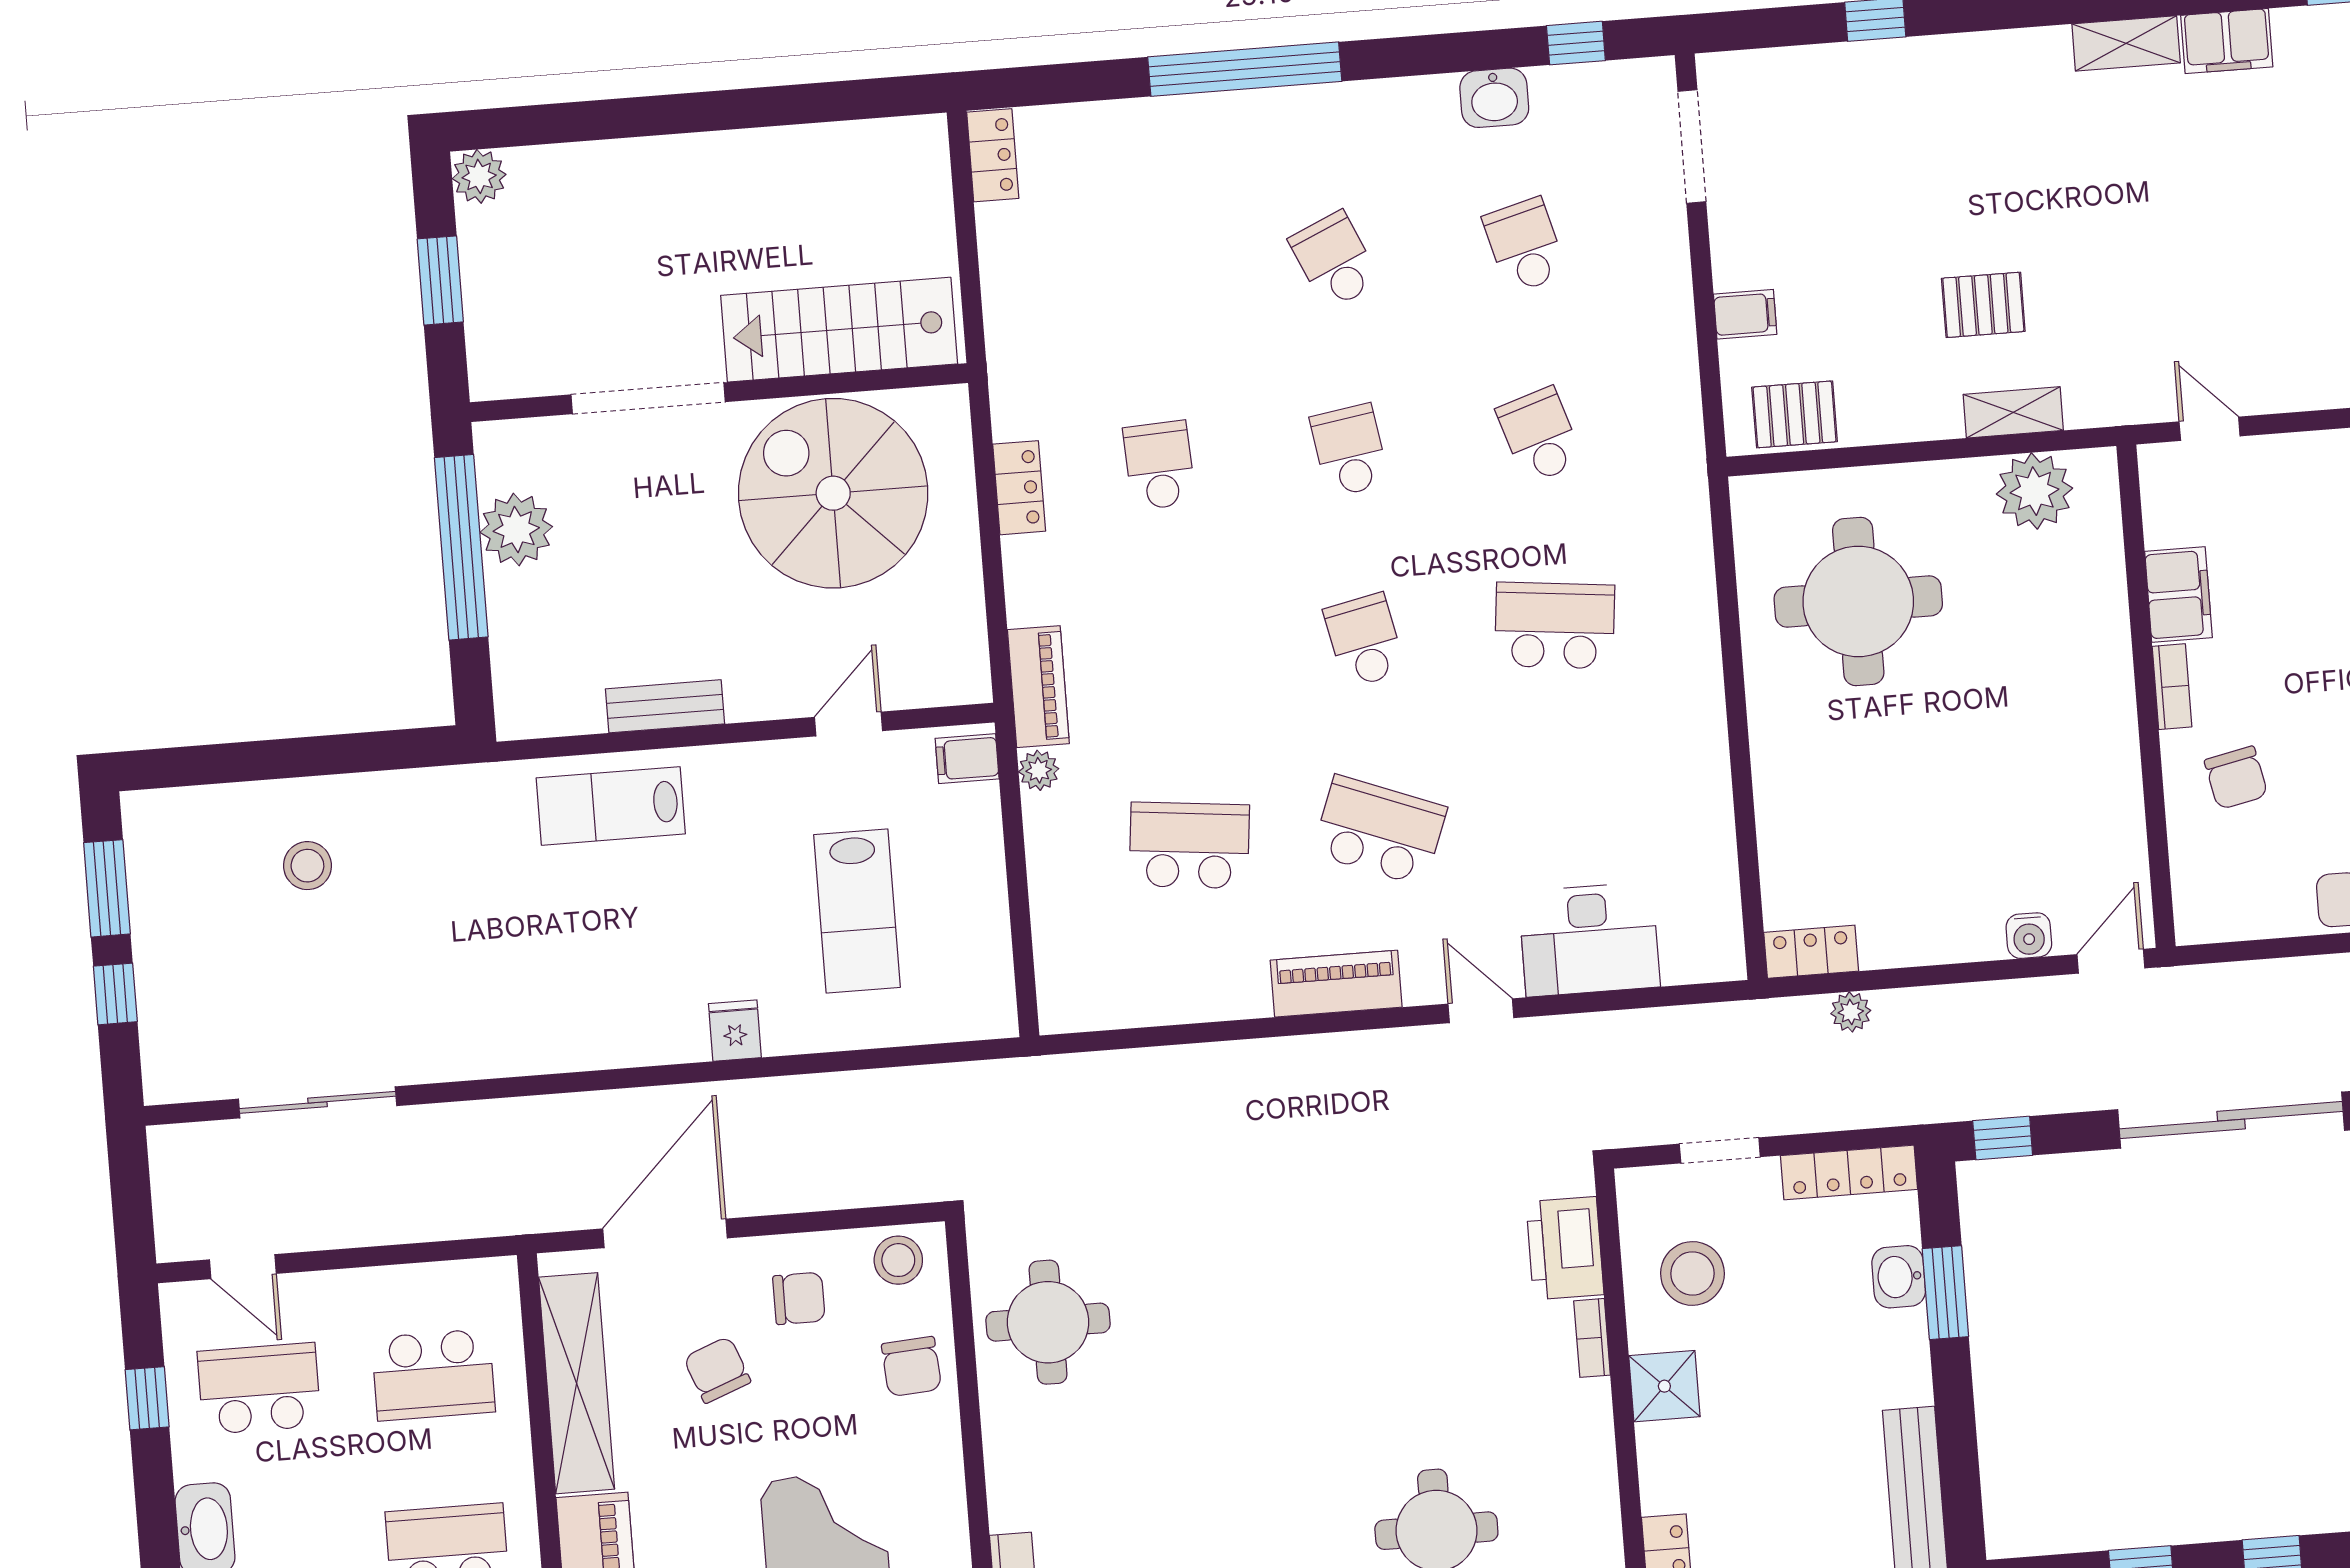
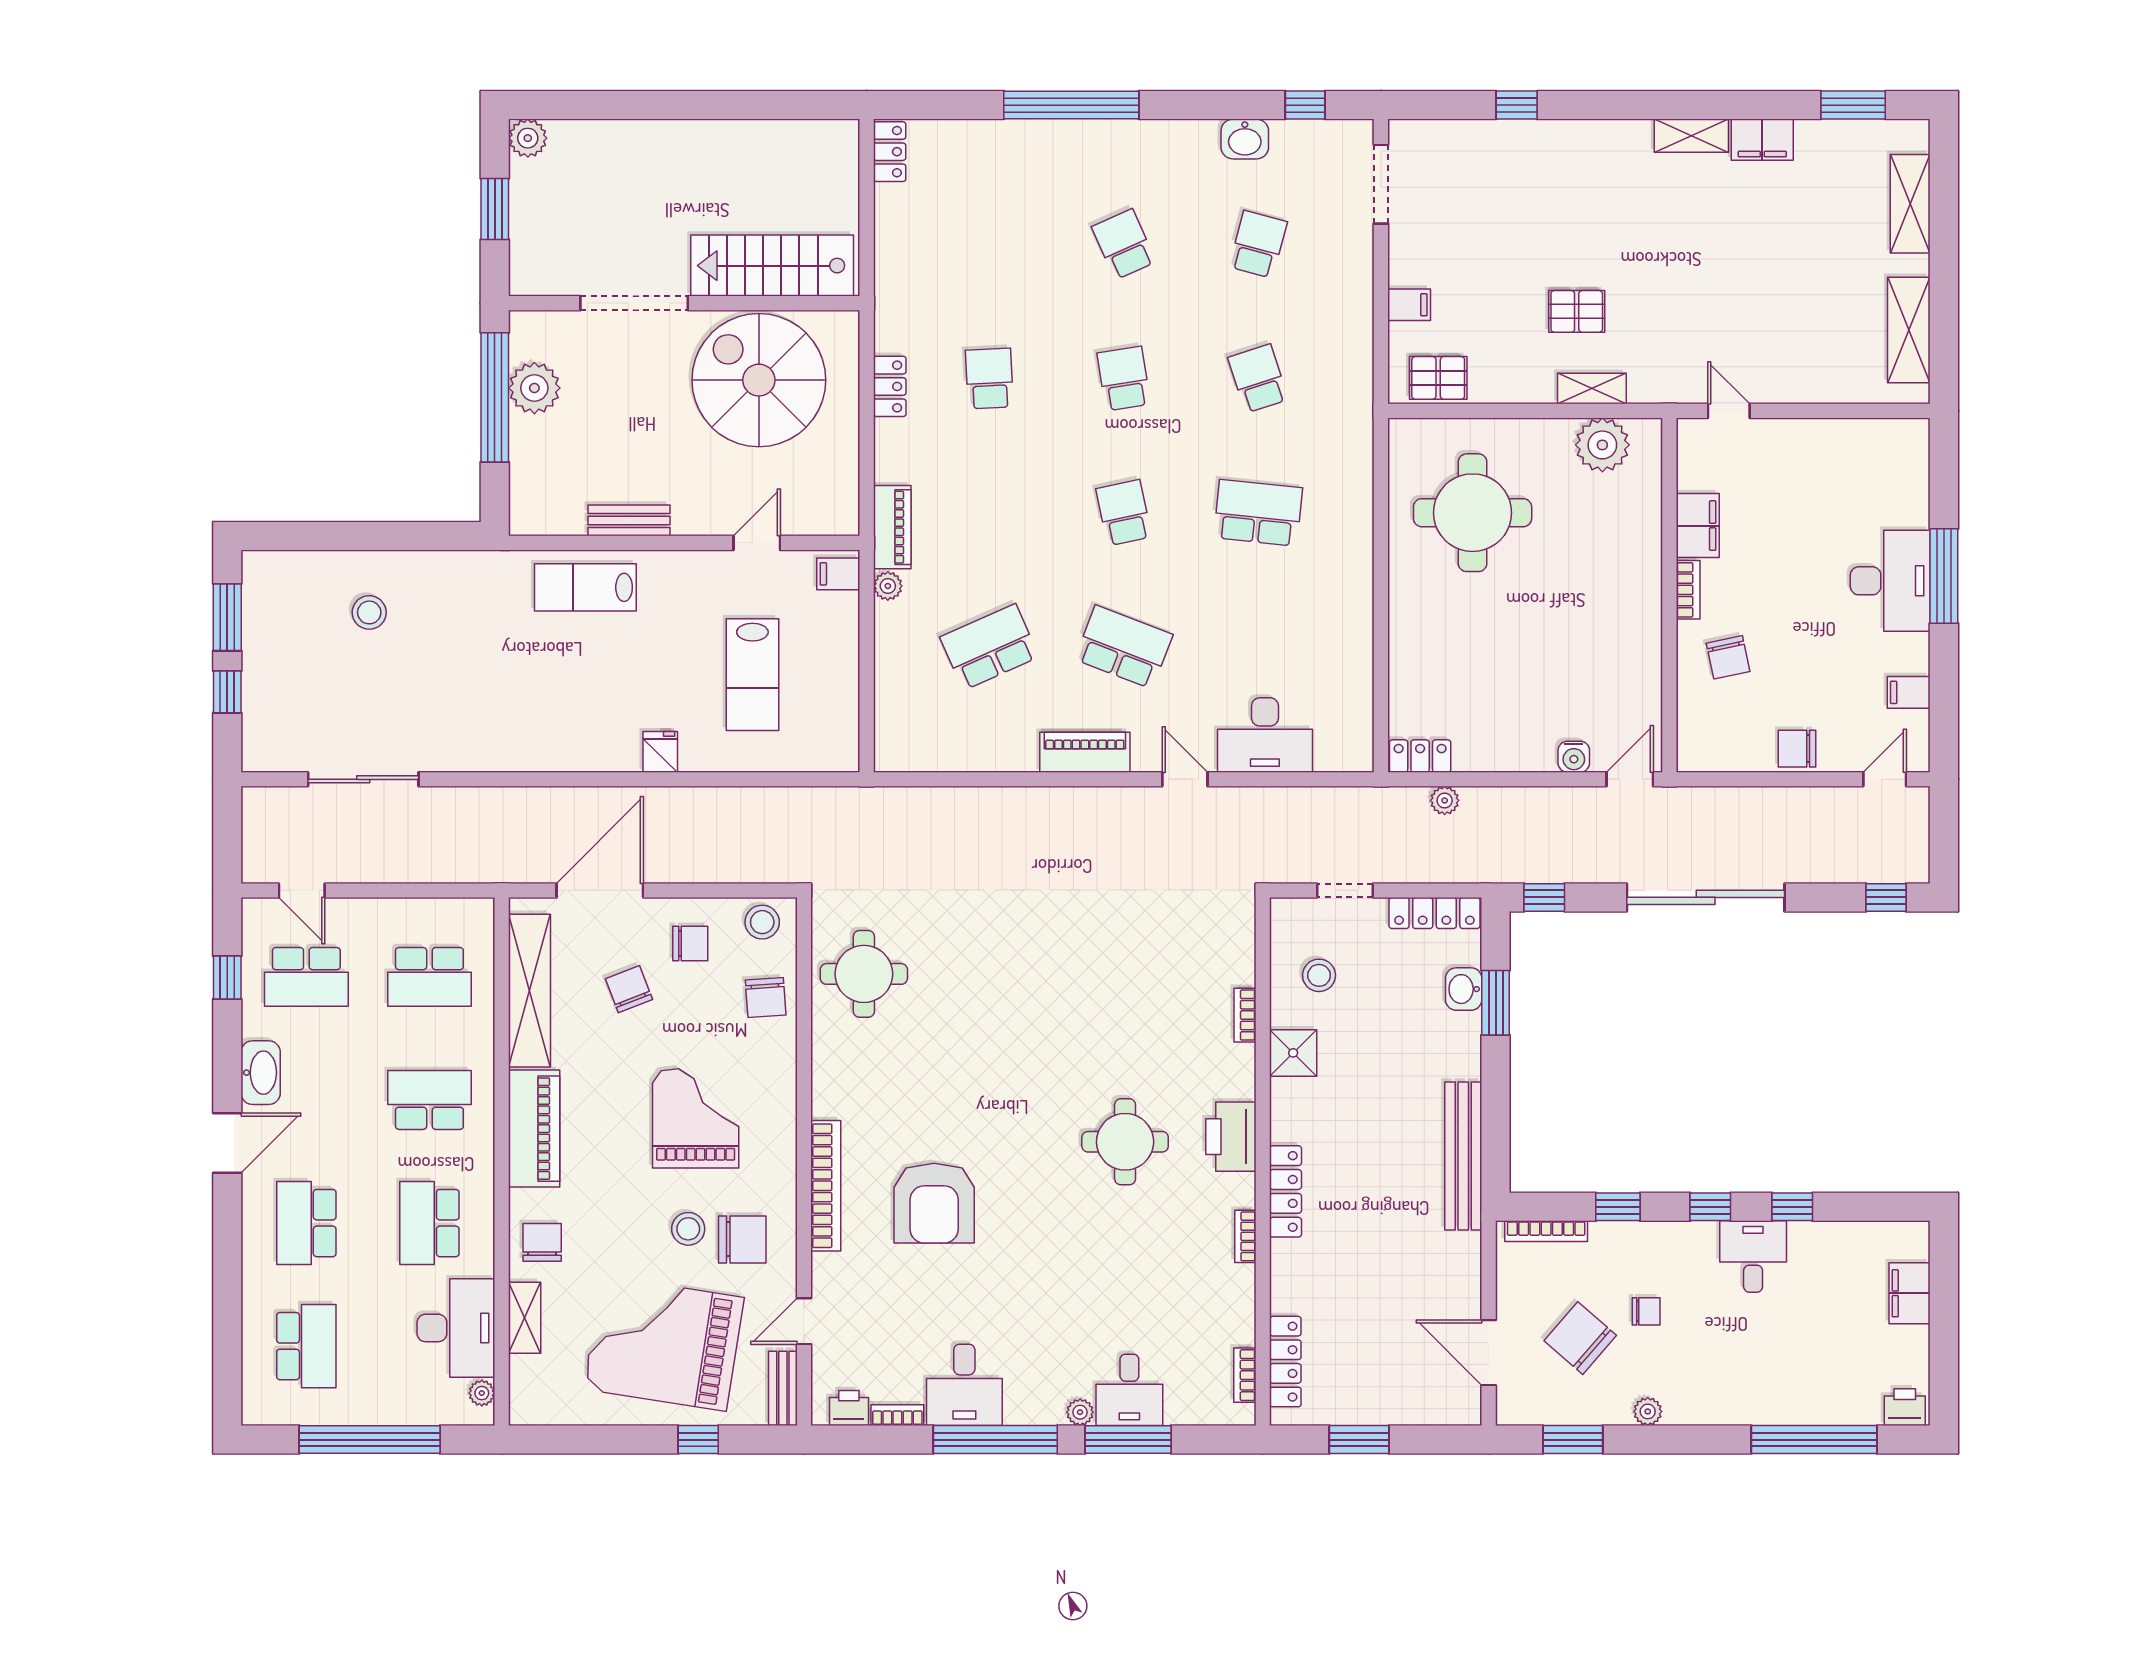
school desk: (1525, 245) -> (1258, 244), turned 30
school desk: (1189, 845) -> (989, 647), turned -30
printer: (1565, 1248) -> (1231, 1137), moved
stool: (1692, 1273) -> (1319, 975), width x0.73, depth x0.73
school desk: (259, 1389) -> (306, 977), turned 180

